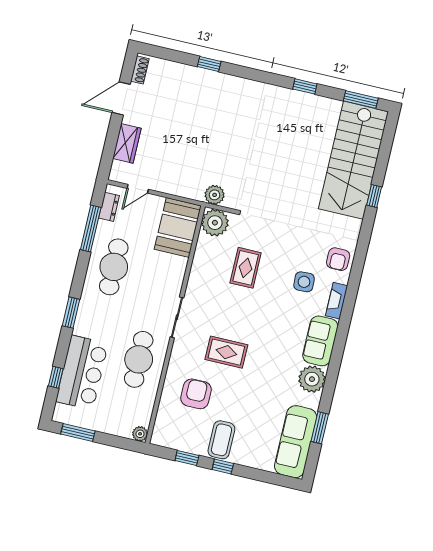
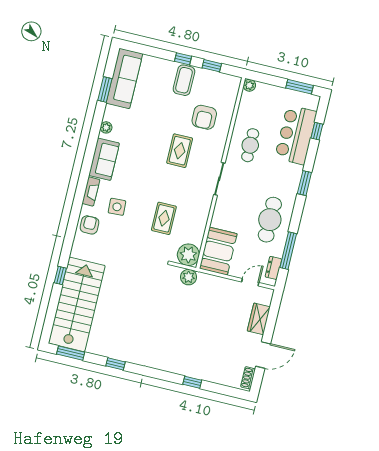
rug: (226, 352) -> (180, 151), turned 90
cafe table: (139, 359) -> (250, 145), width x0.73, depth x0.74
plant: (312, 379) -> (106, 127), width x0.53, depth x0.53

